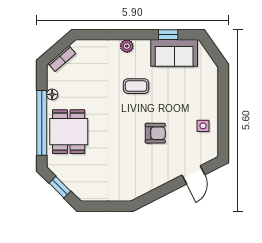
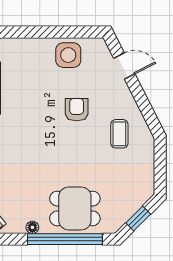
coffee table: (136, 86) -> (119, 134), moved
side table: (203, 126) -> (68, 55), width x1.87, depth x1.87

